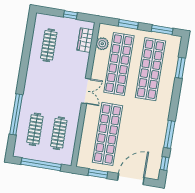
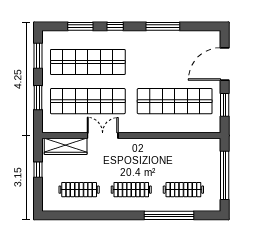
wardrobe: (85, 40) -> (66, 146), width x1.50
plant: (102, 44) -> (67, 125), removed
double door: (86, 91) -> (103, 136), moved
clothes rail: (59, 133) -> (131, 190), moved
window: (165, 164) -> (115, 26), moved
door: (131, 179) -> (225, 64), hinge flipped

